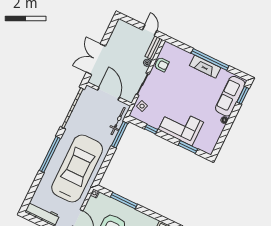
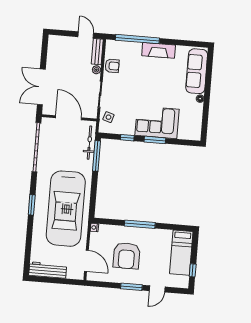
window: (210, 59) -> (137, 39), moved
window: (243, 95) -> (210, 65), removed
window: (188, 147) -> (155, 140), moved
window: (50, 154) -> (32, 205), width x0.47
car: (77, 168) -> (66, 209), turned 180
window: (124, 201) -> (140, 224), moved

